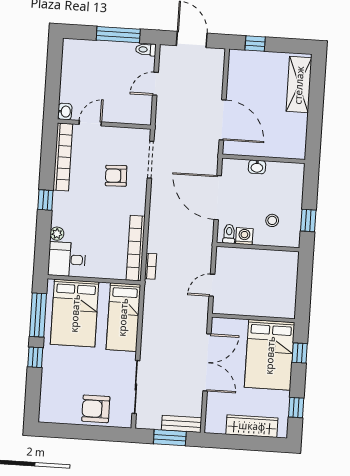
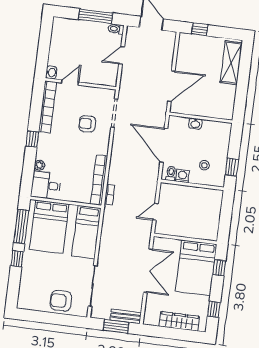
door: (223, 120) -> (171, 86), hinge flipped

